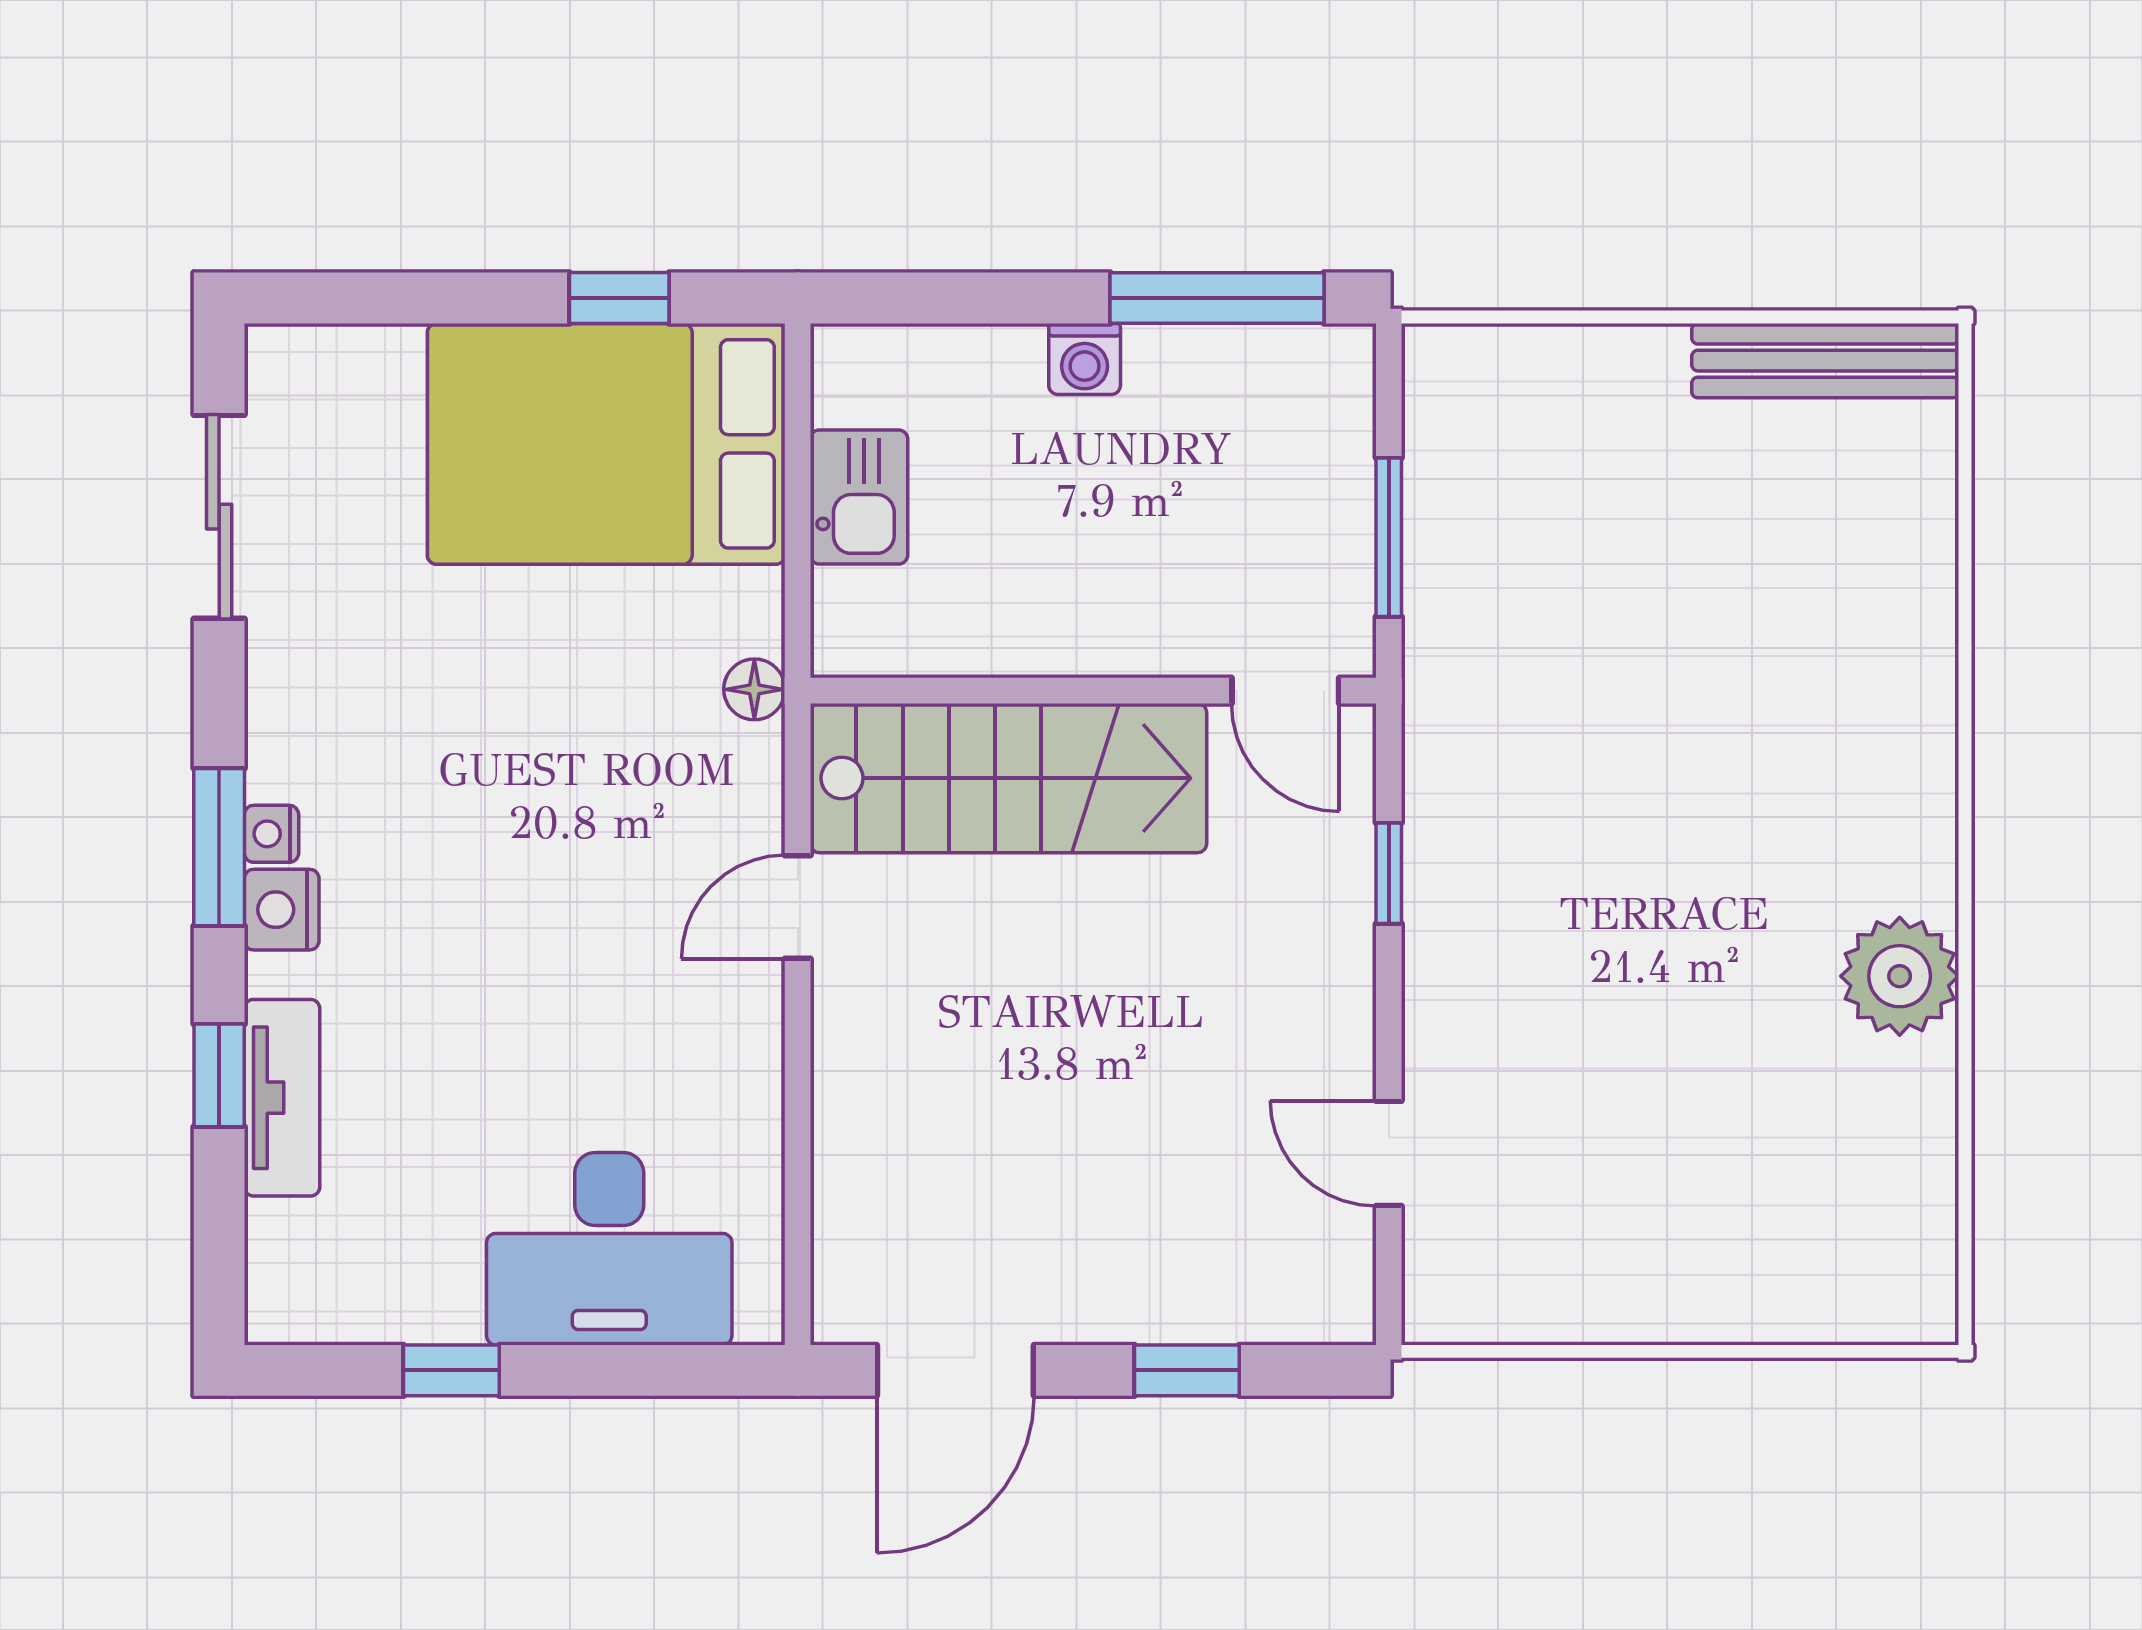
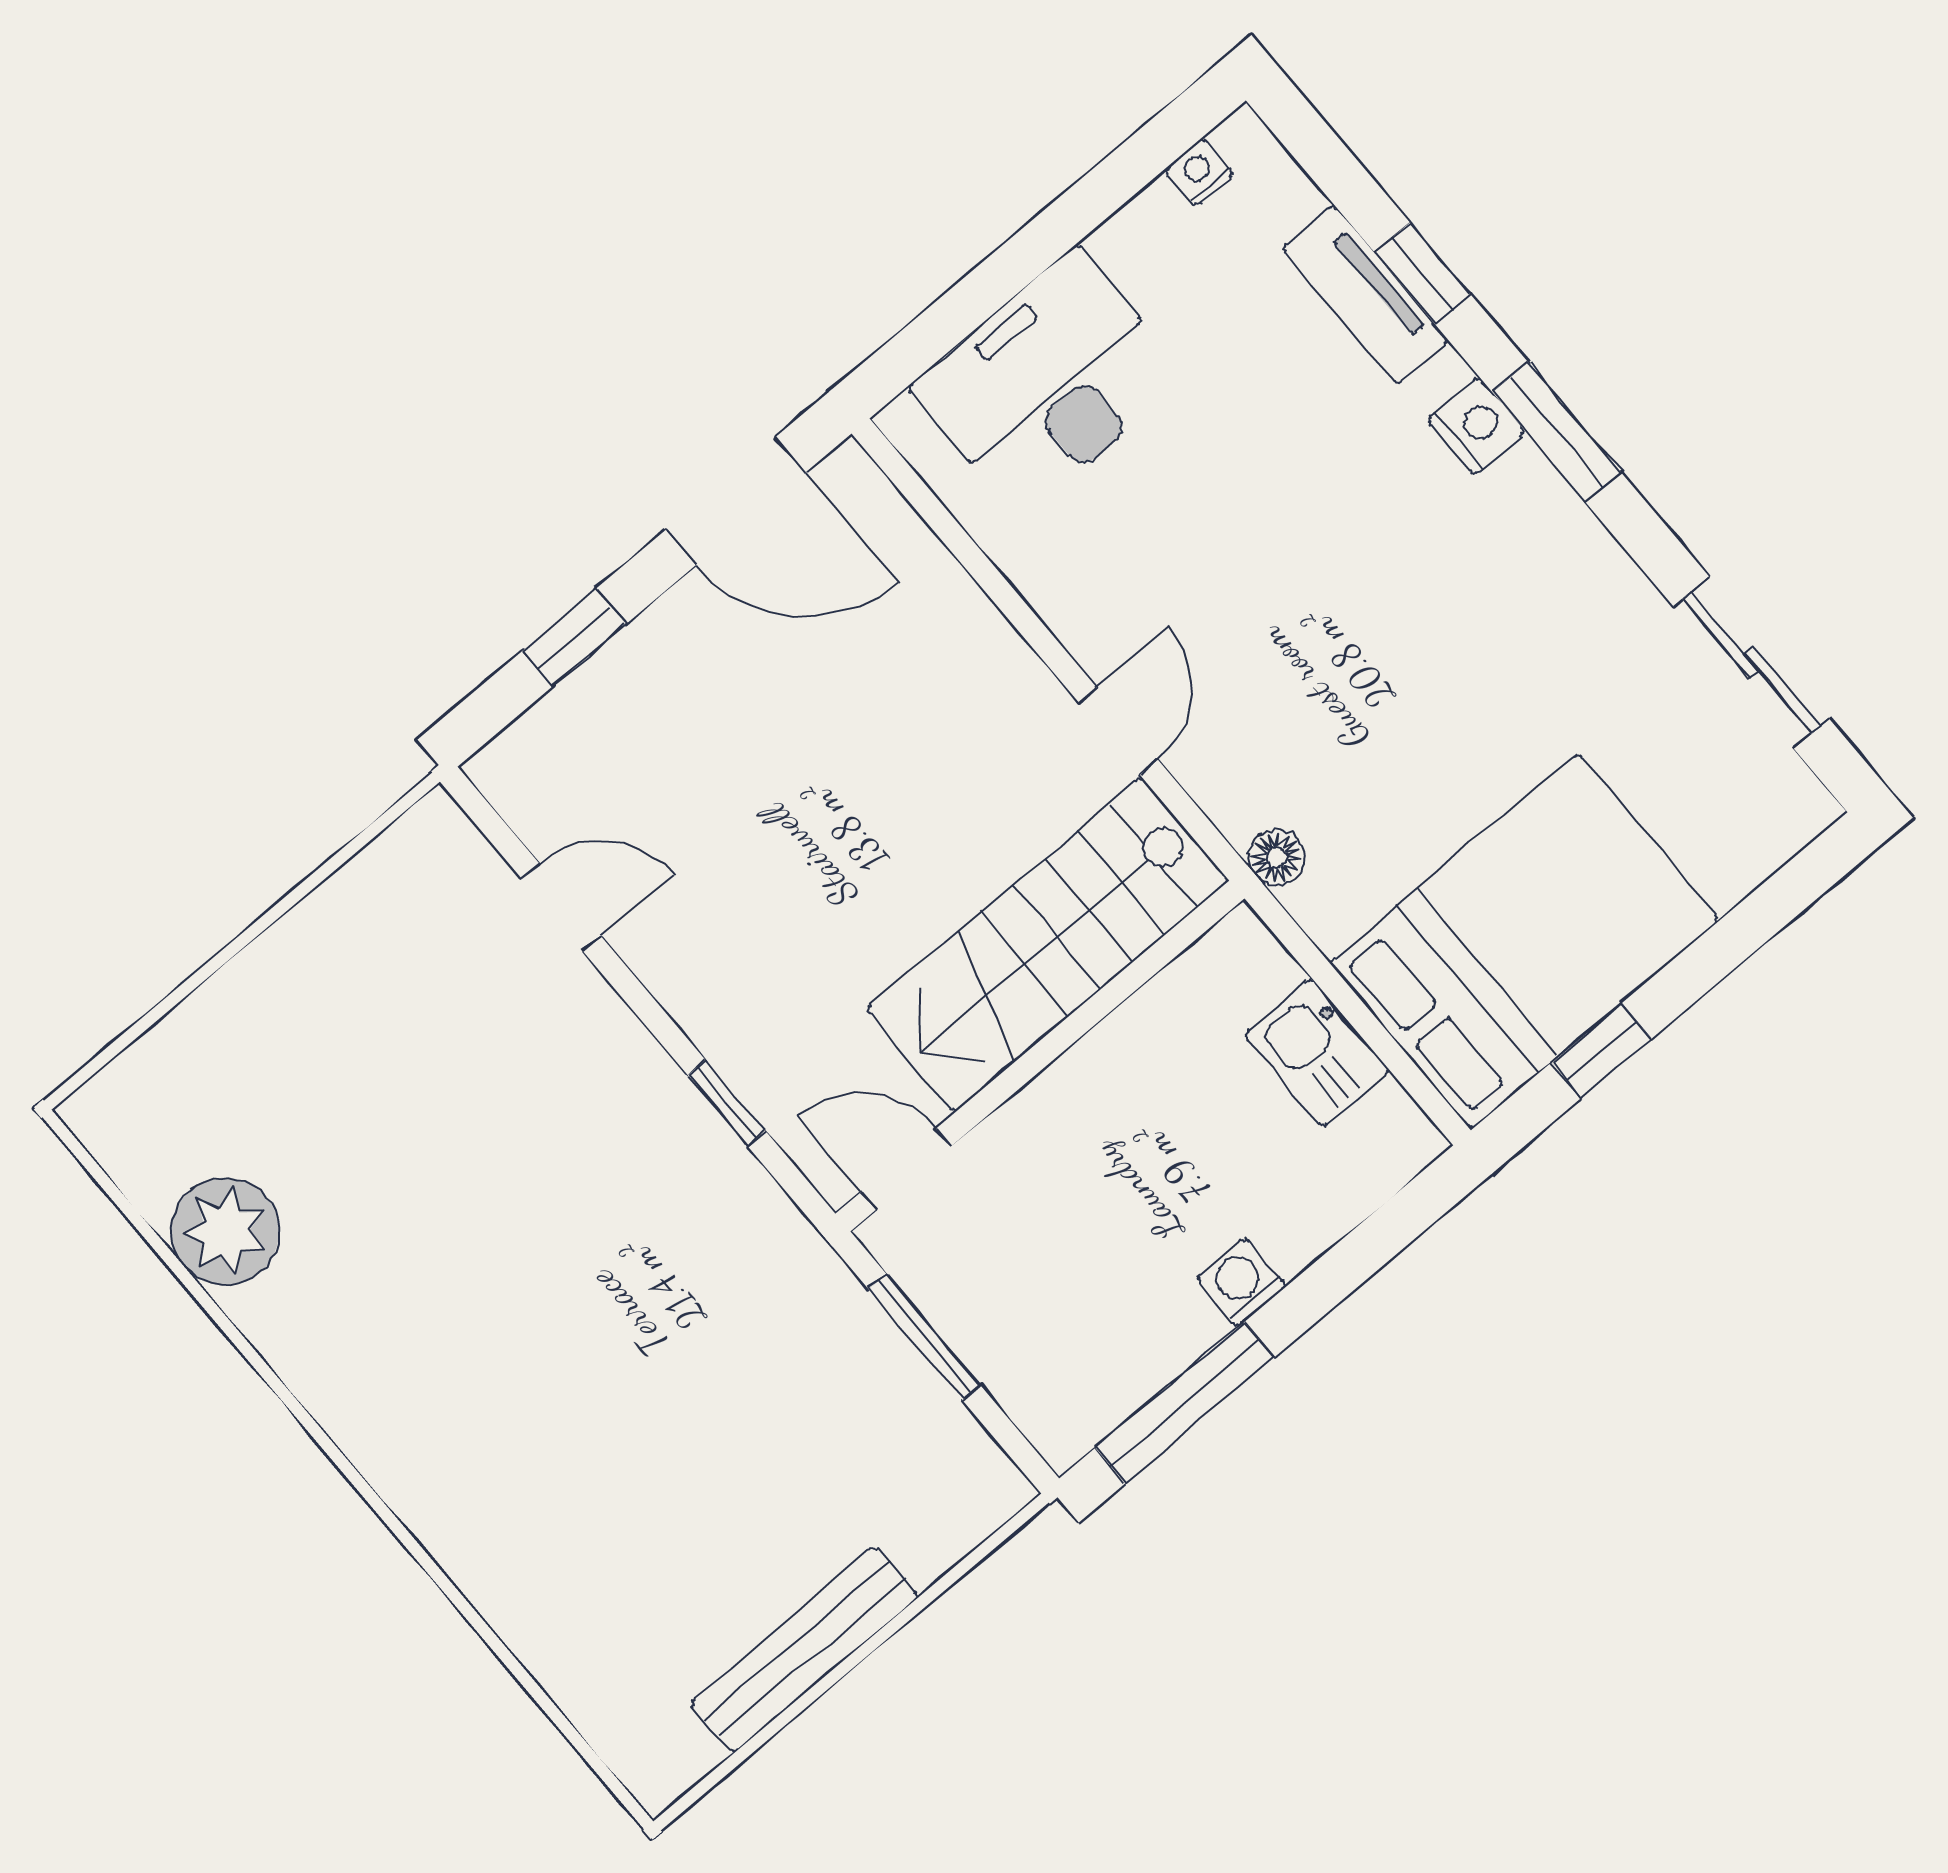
bench: (1825, 361) -> (804, 1650), moved
nightstand: (271, 834) -> (1199, 172), moved, turned -90
plant: (1900, 976) -> (225, 1232), moved
window: (451, 1370) -> (1087, 204), removed
door: (955, 1370) -> (736, 501), swing flipped

